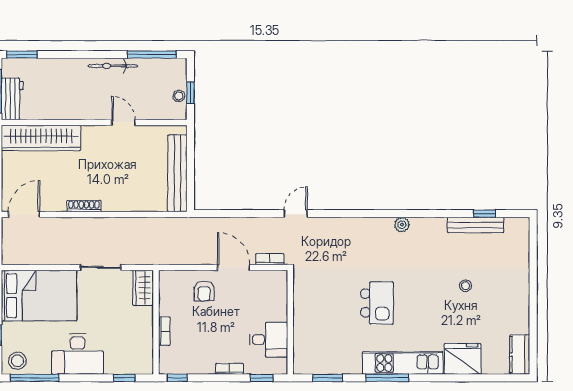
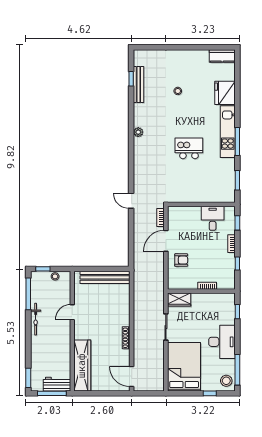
window: (190, 93) -> (43, 269), moved
window: (177, 378) -> (237, 263), moved

